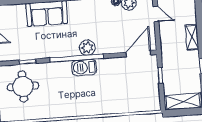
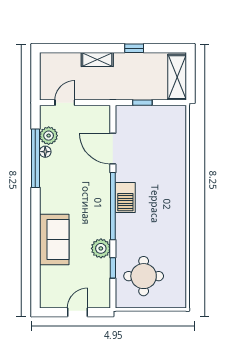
plant: (87, 48) -> (101, 248), moved
door: (138, 54) -> (113, 149), moved

